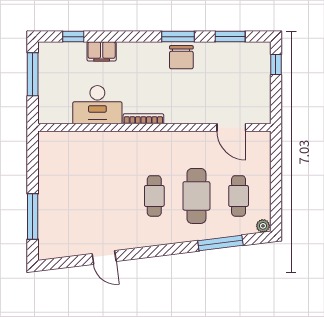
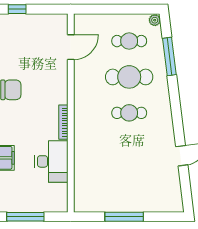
window: (33, 216) -> (124, 217), moved

